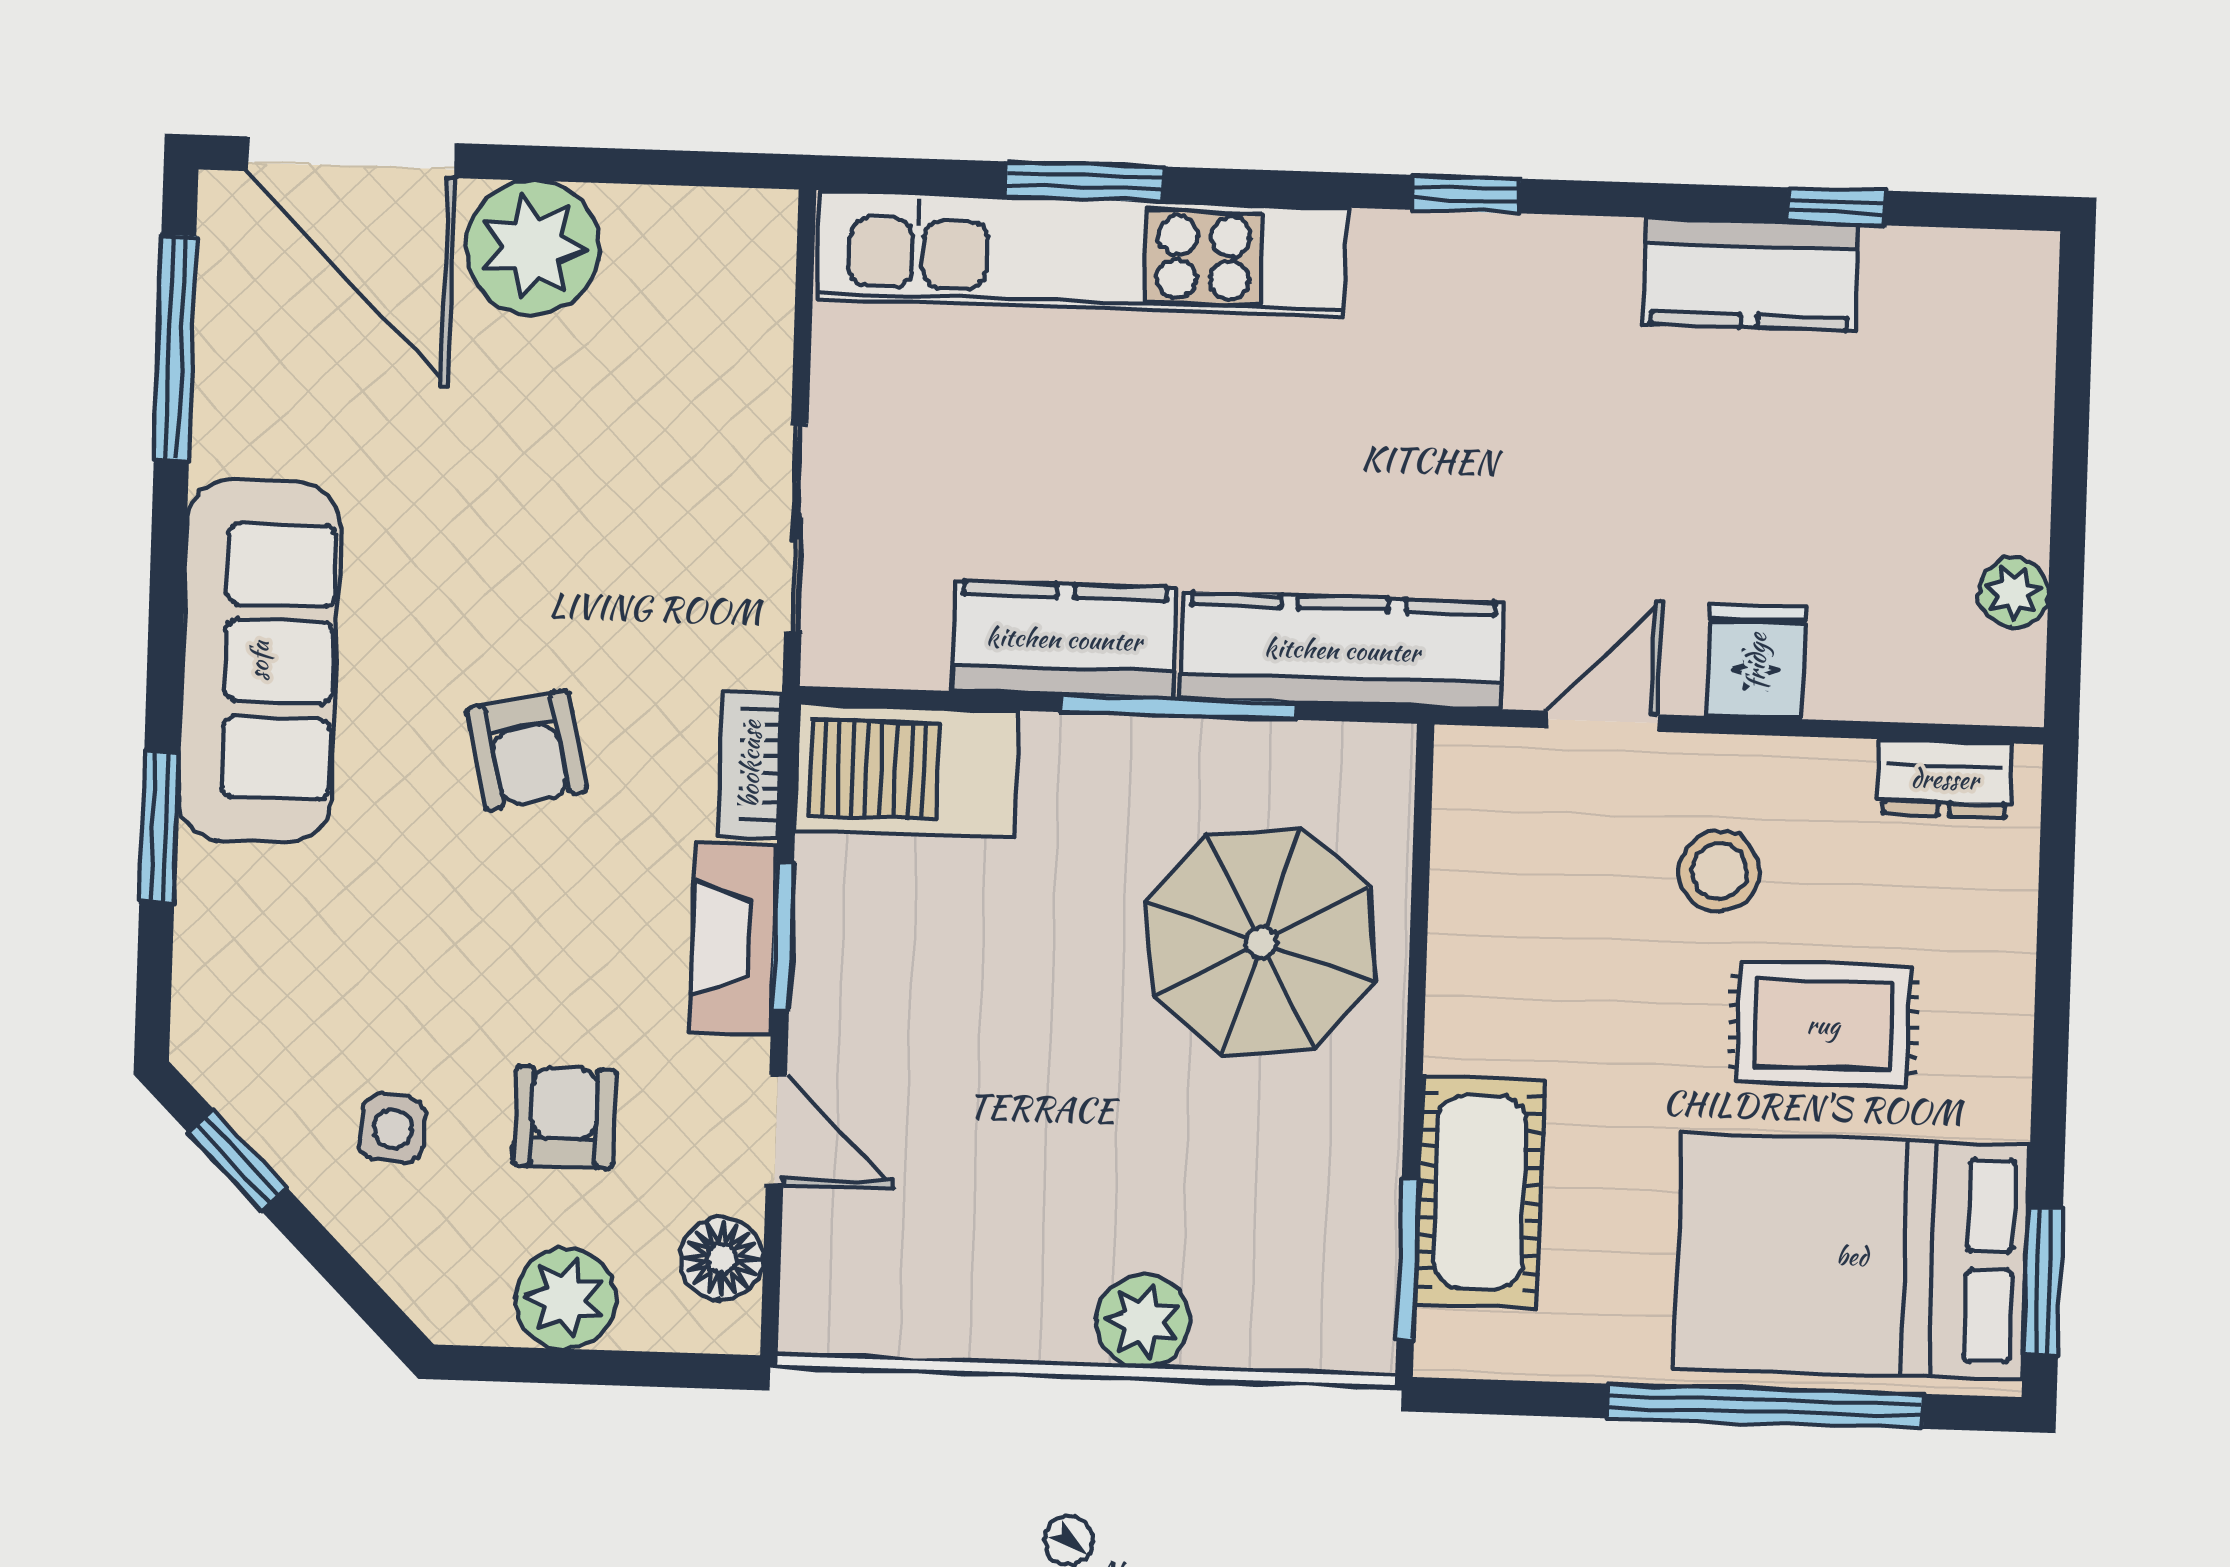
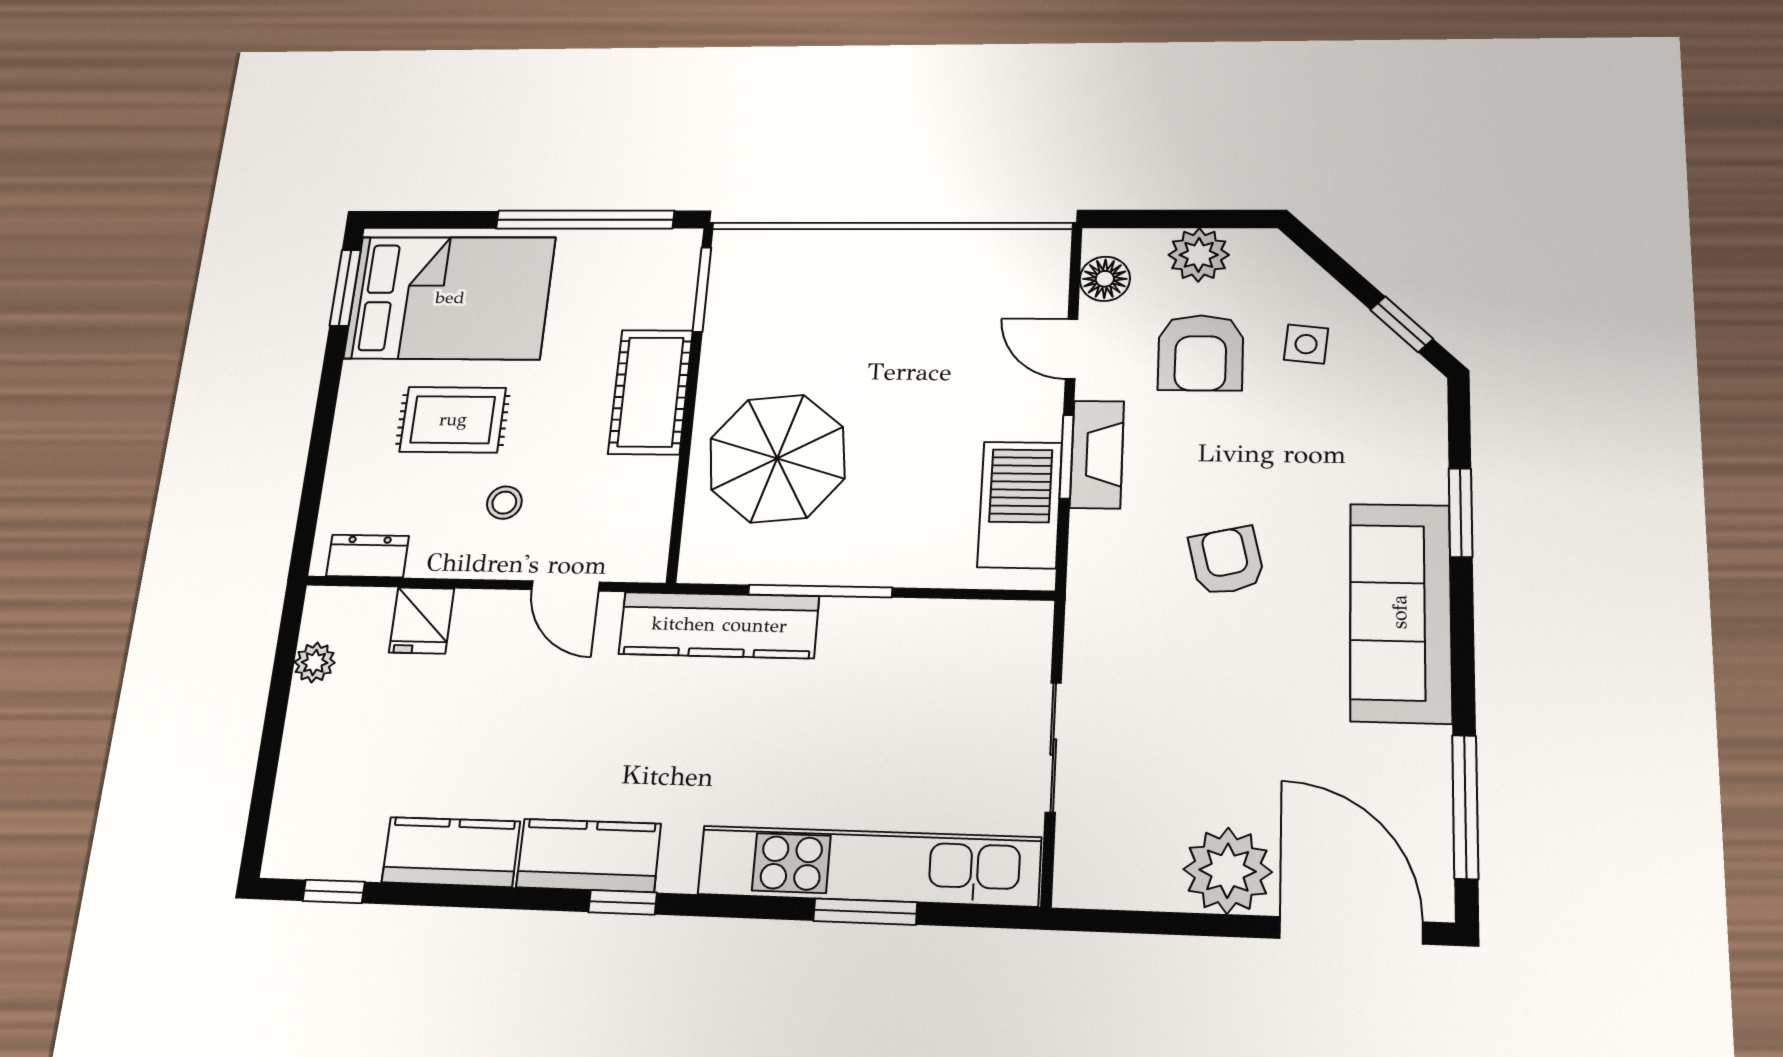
window: (1836, 206) -> (334, 891), moved
sliding door: (796, 528) -> (1053, 747), moved
kitchen counter: (1064, 639) -> (589, 855), moved, turned 180
fridge: (1756, 661) -> (422, 621), moved
door: (1602, 721) -> (565, 586), hinge flipped
bookcase: (750, 764) -> (1086, 555), removed
barbecue: (907, 770) -> (1020, 505), moved, turned -90
stool: (1719, 871) -> (504, 503), width x0.73, depth x0.73
armchair: (564, 1117) -> (1201, 353), width x1.38, depth x1.38
cot: (1480, 1192) -> (651, 392), moved
plant: (1143, 1321) -> (857, 253), removed
window: (1766, 1406) -> (585, 220), moved

